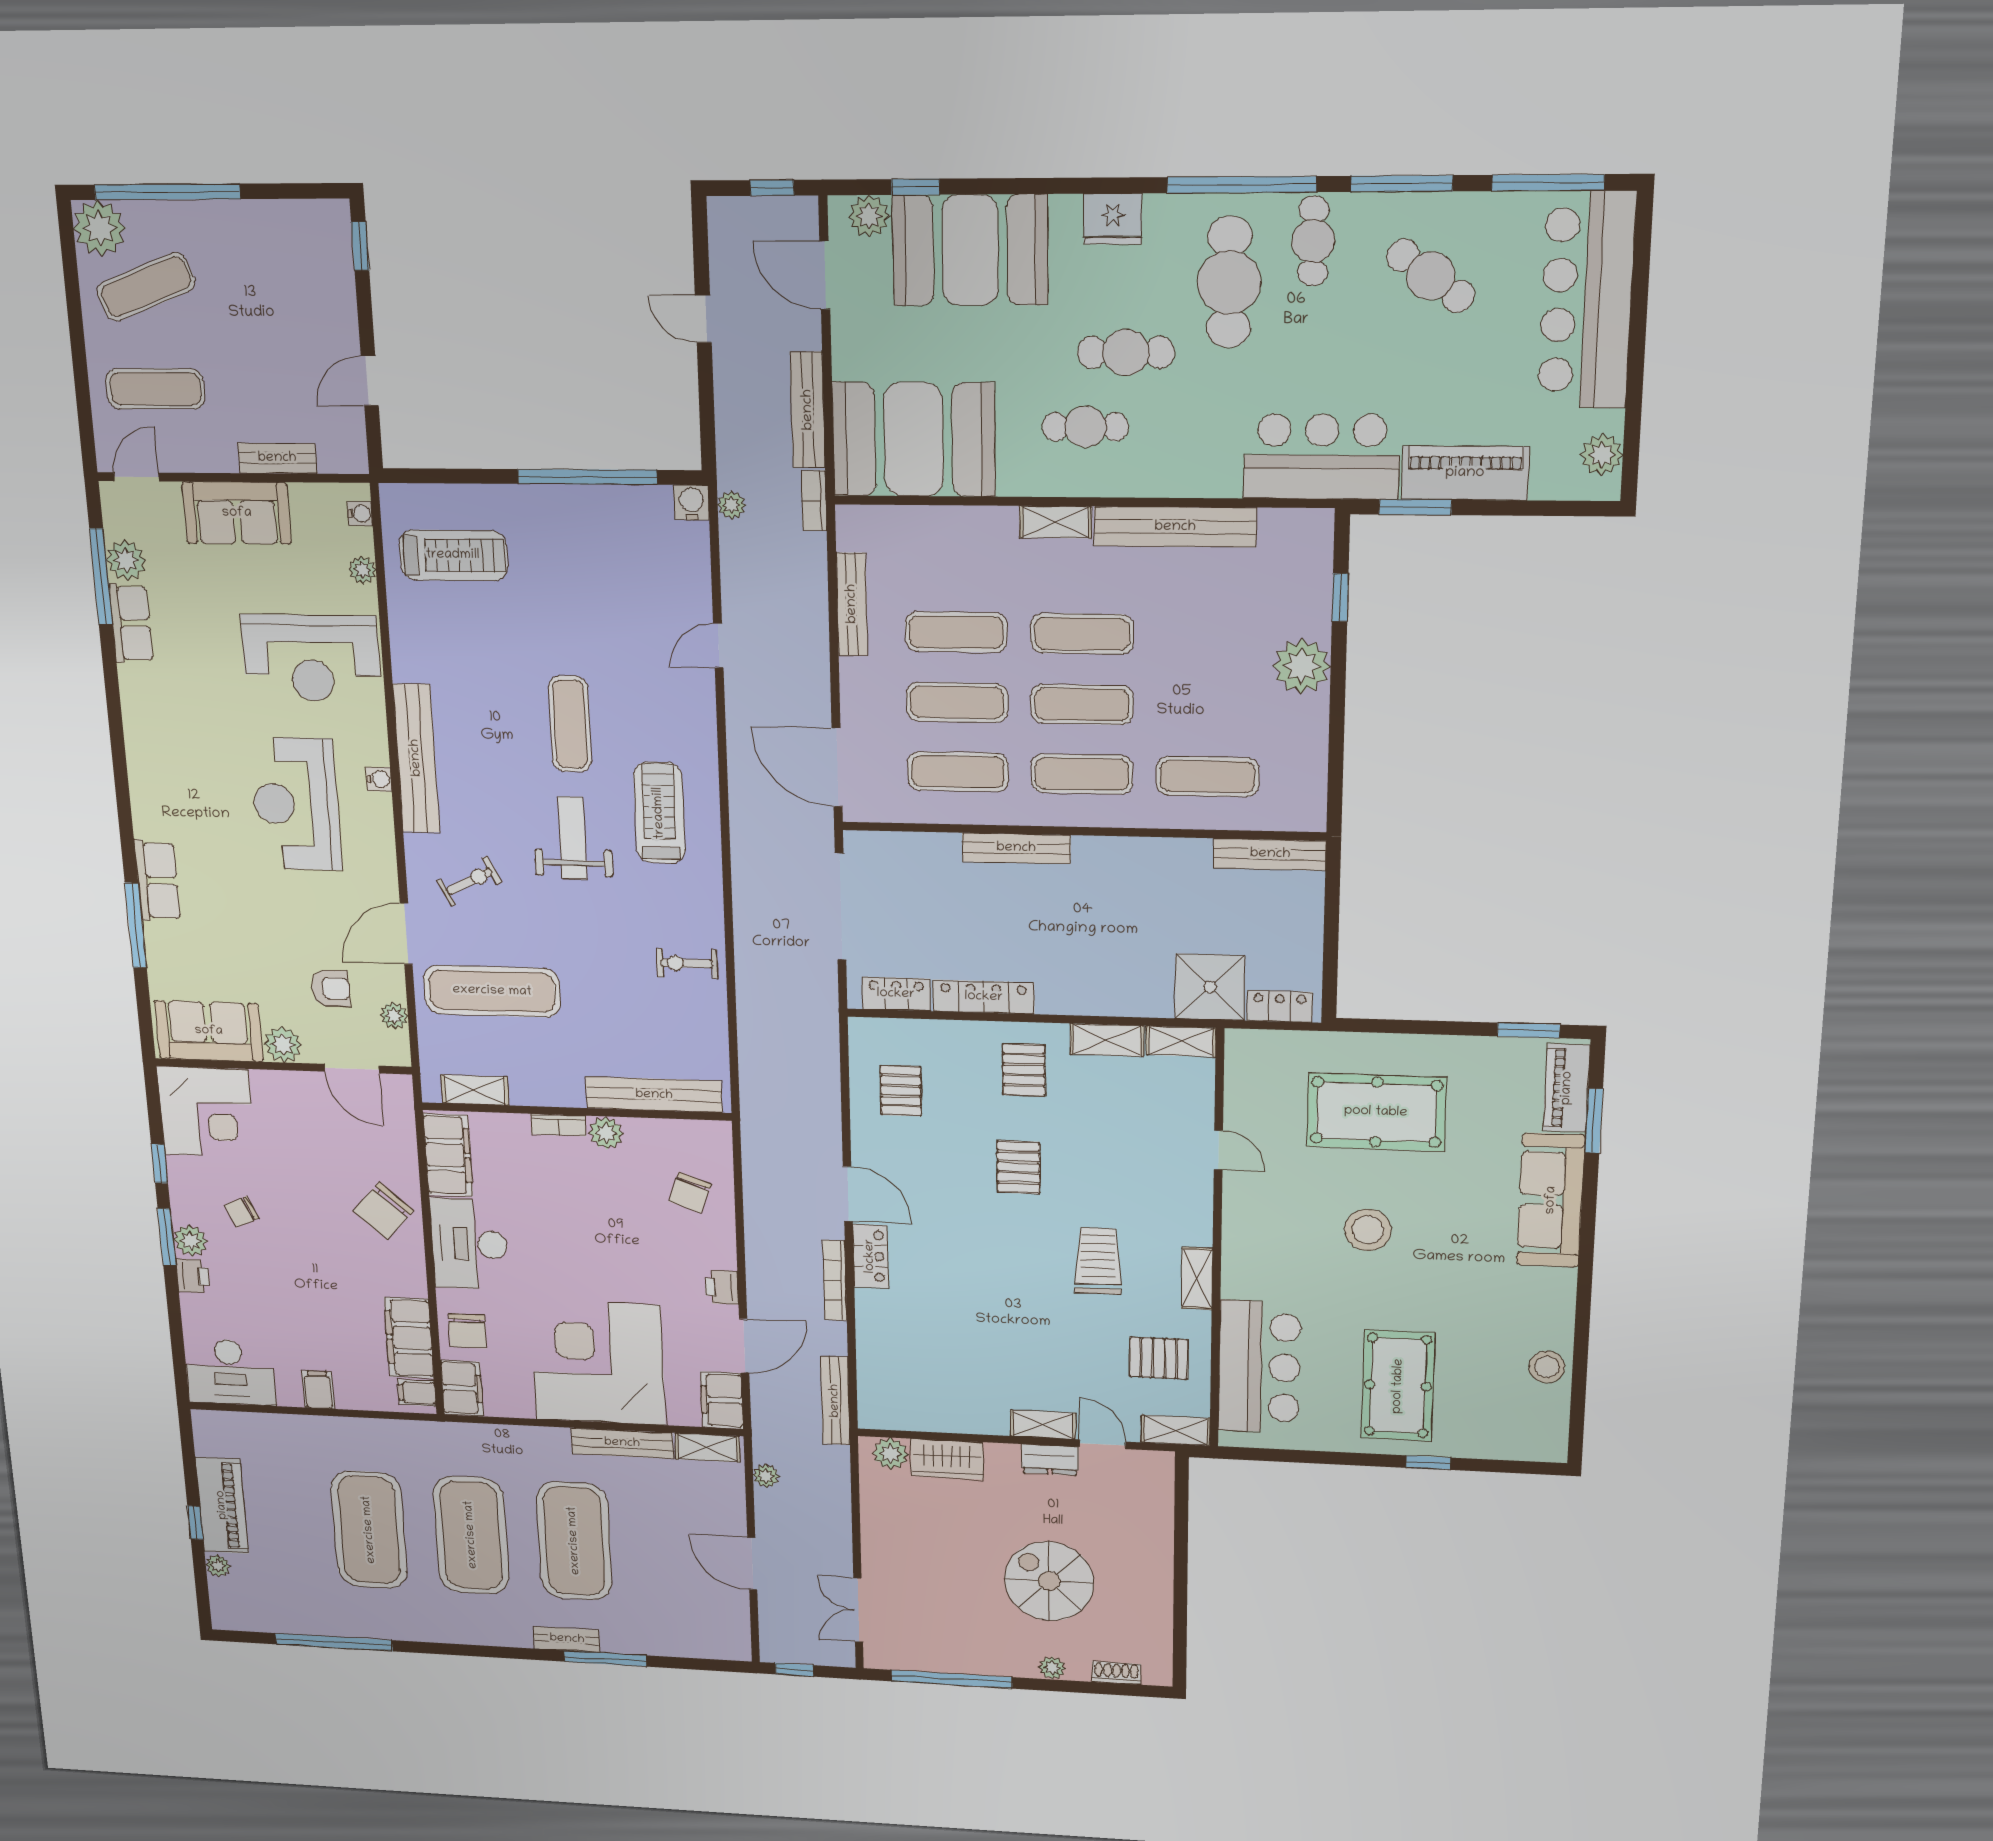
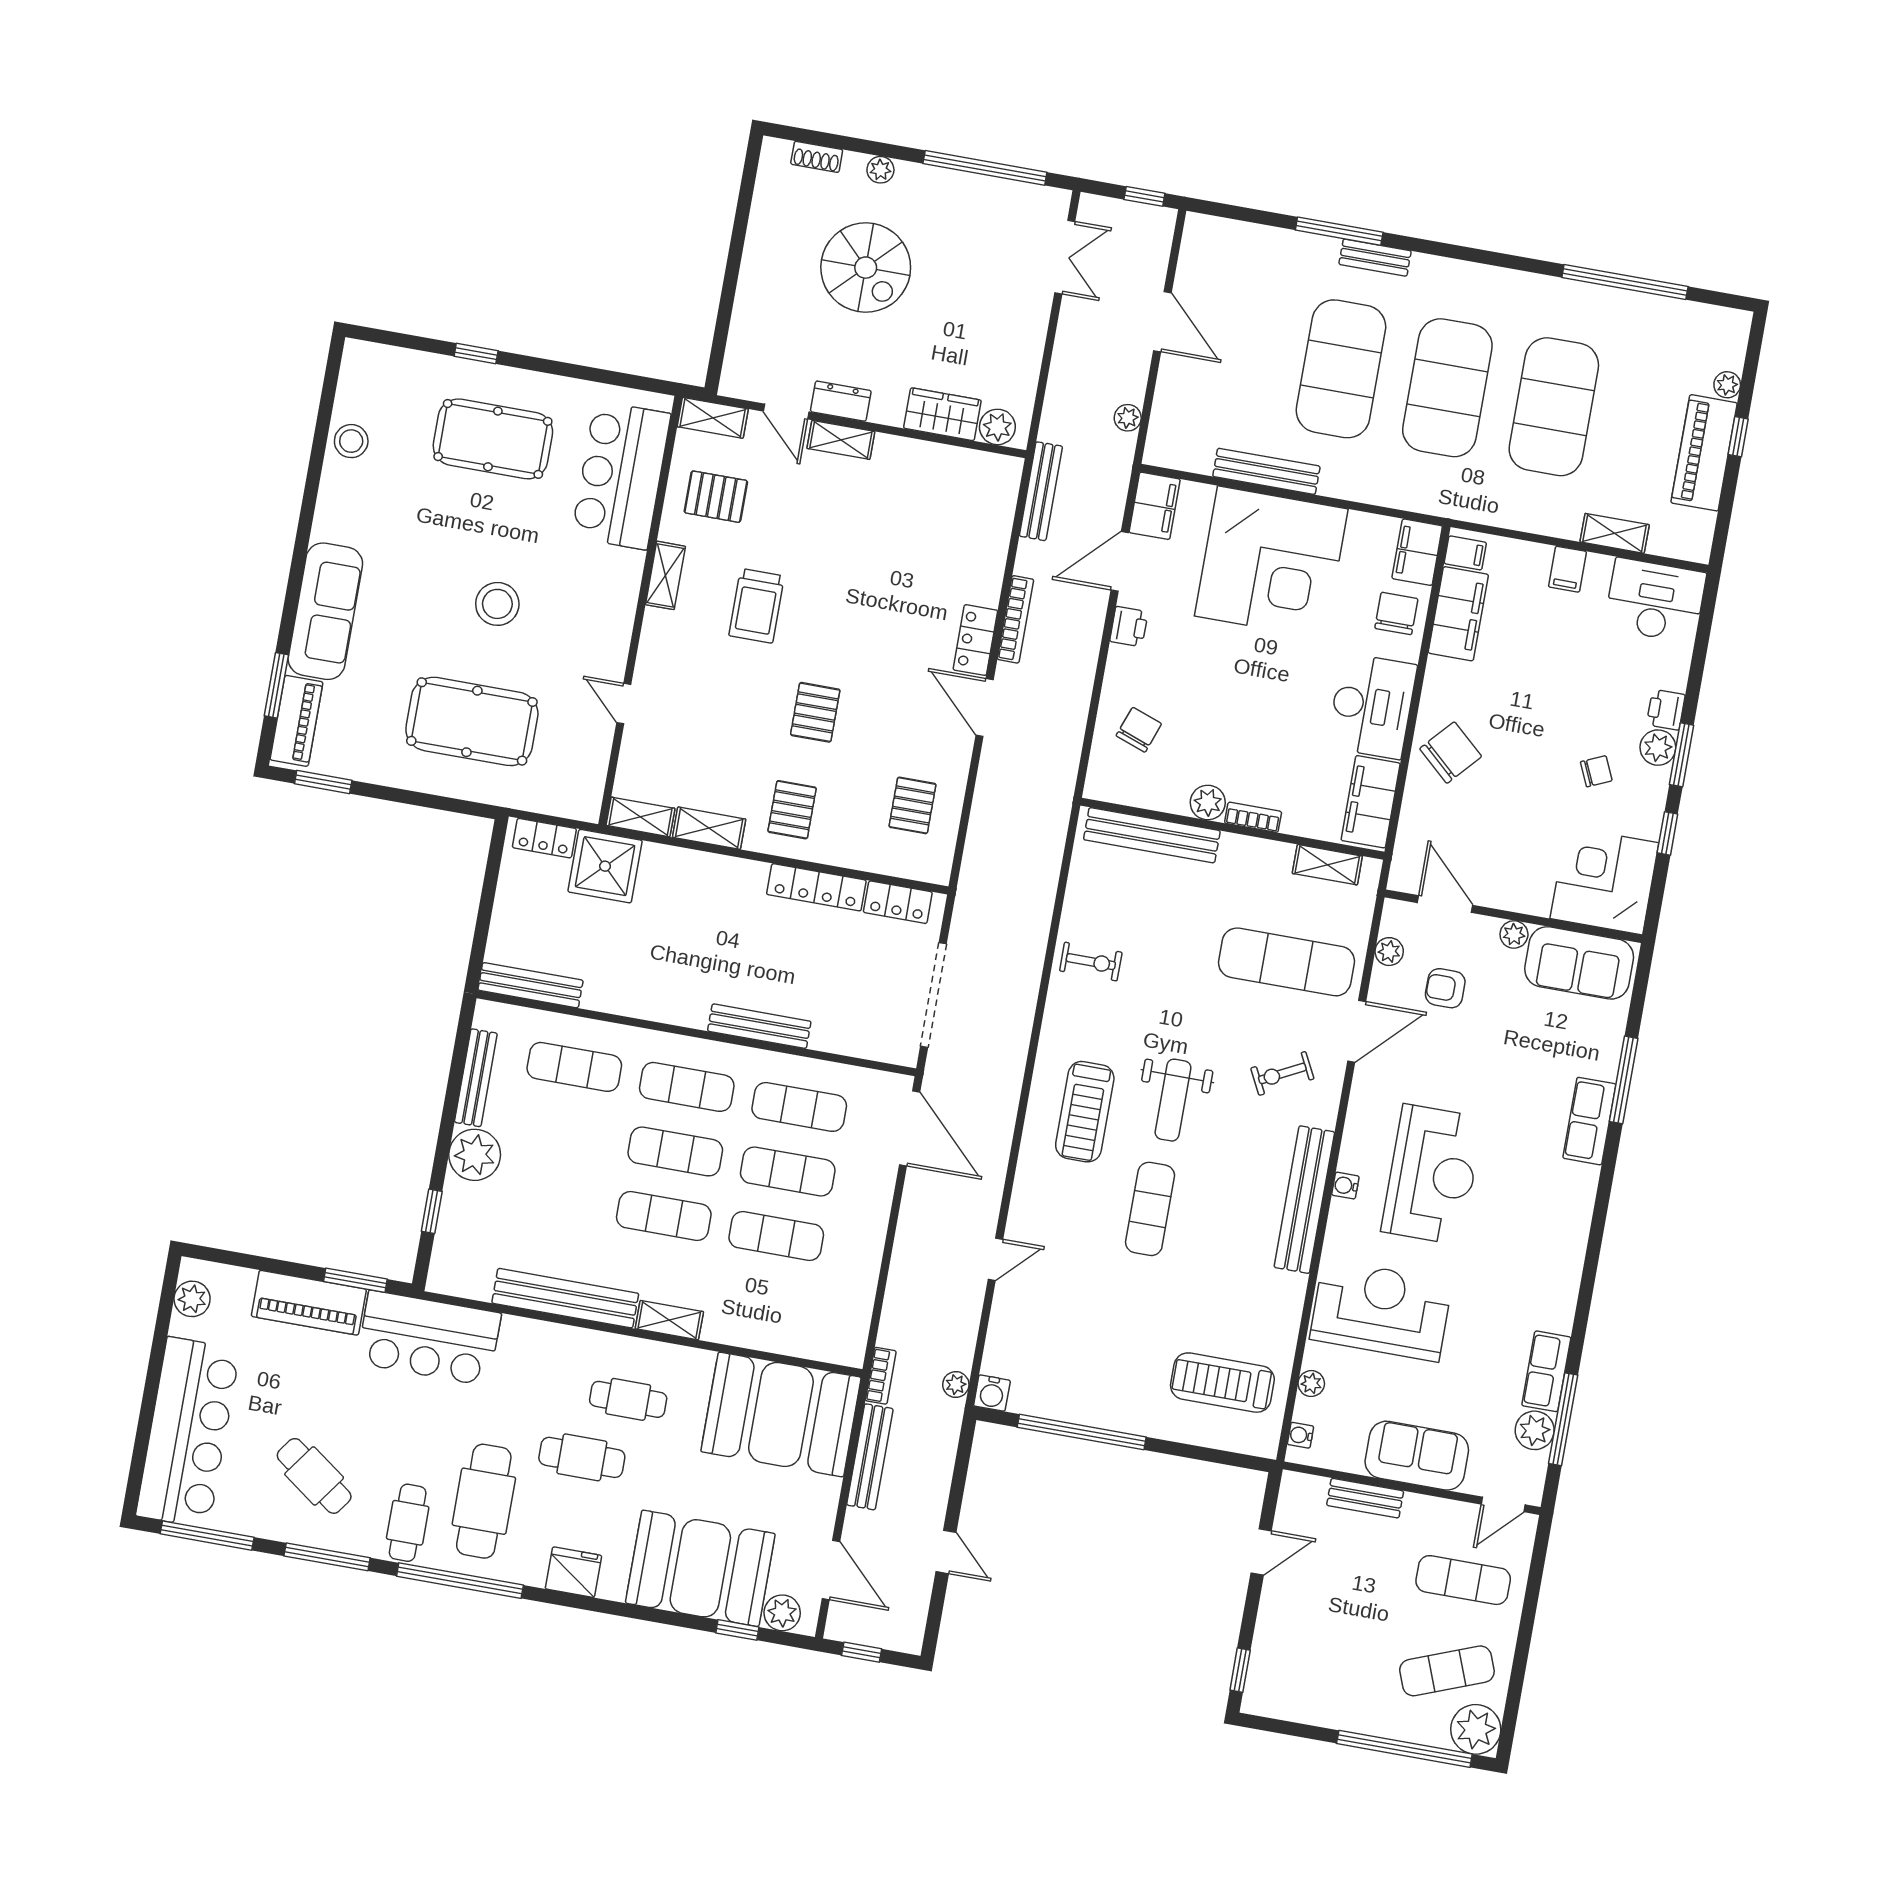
bench: (852, 604) -> (476, 1078), moved
plant: (283, 1044) -> (1514, 934), width x0.73, depth x0.73
pool table: (1398, 1386) -> (493, 439), turned 90
shelving: (707, 1448) -> (1615, 533), moved

